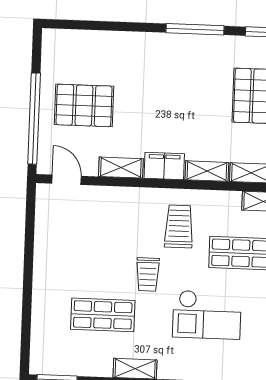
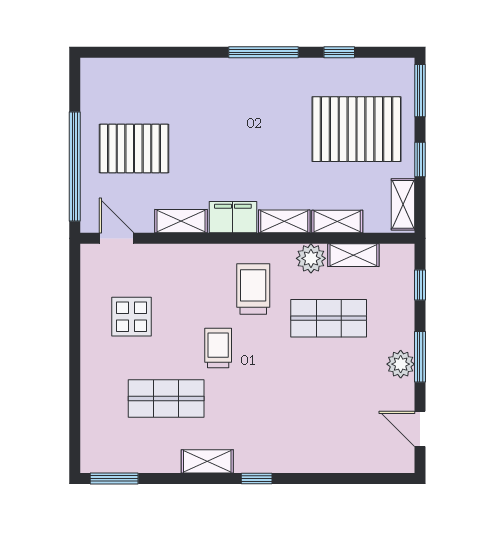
plant: (228, 203) -> (311, 258), added
display table: (77, 246) -> (132, 317), added
trolley: (148, 274) -> (218, 348), turned 180
checkout: (207, 315) -> (291, 393), removed

